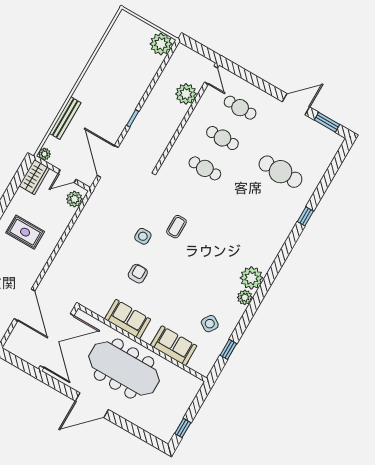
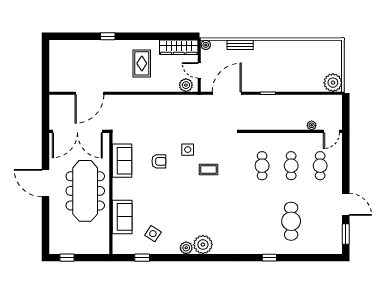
plant: (186, 94) -> (312, 125), width x0.53, depth x0.53
bench: (65, 118) -> (240, 45), width x0.73
wardrobe: (34, 177) -> (179, 47), width x1.50
sofa: (128, 319) -> (122, 161), moved

